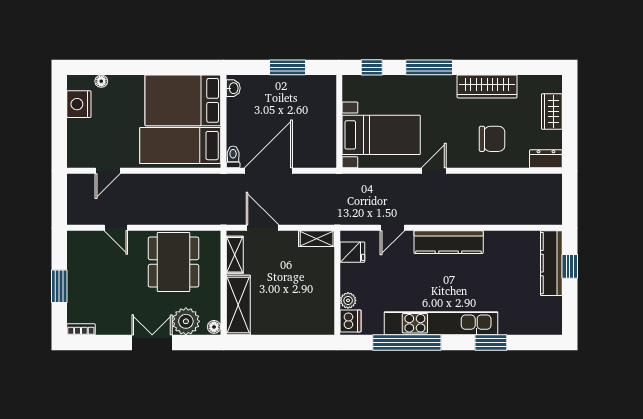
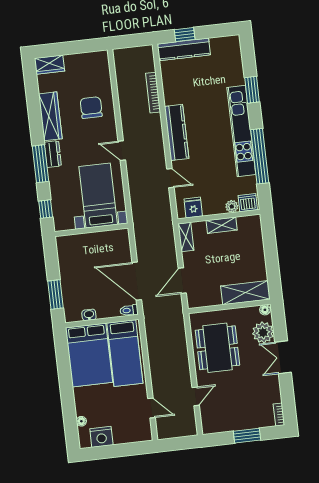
window: (287, 67) -> (56, 294), moved
washbasin: (233, 88) -> (89, 315), moved
wardrobe: (552, 112) -> (50, 65), moved
dresser: (546, 159) -> (53, 154), moved, turned 180
bookcase: (502, 218) -> (153, 93), added
shelving: (235, 255) -> (222, 225), moved
dining table: (174, 262) -> (217, 348), turned 90

